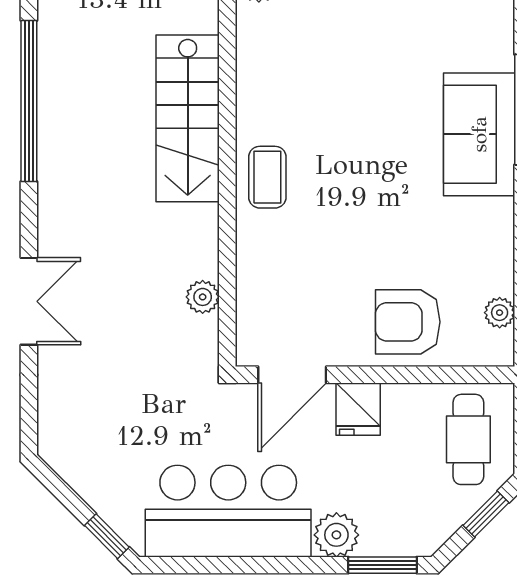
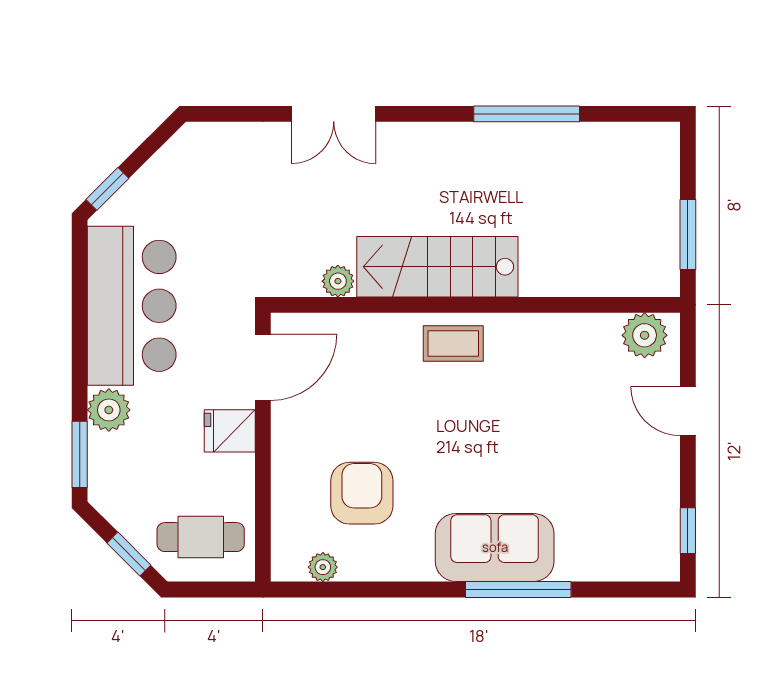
window: (29, 101) -> (527, 114), width x0.68
stairs: (188, 118) -> (437, 267), moved
armchair: (408, 322) -> (362, 493), moved
door: (292, 375) -> (263, 367), swing flipped

